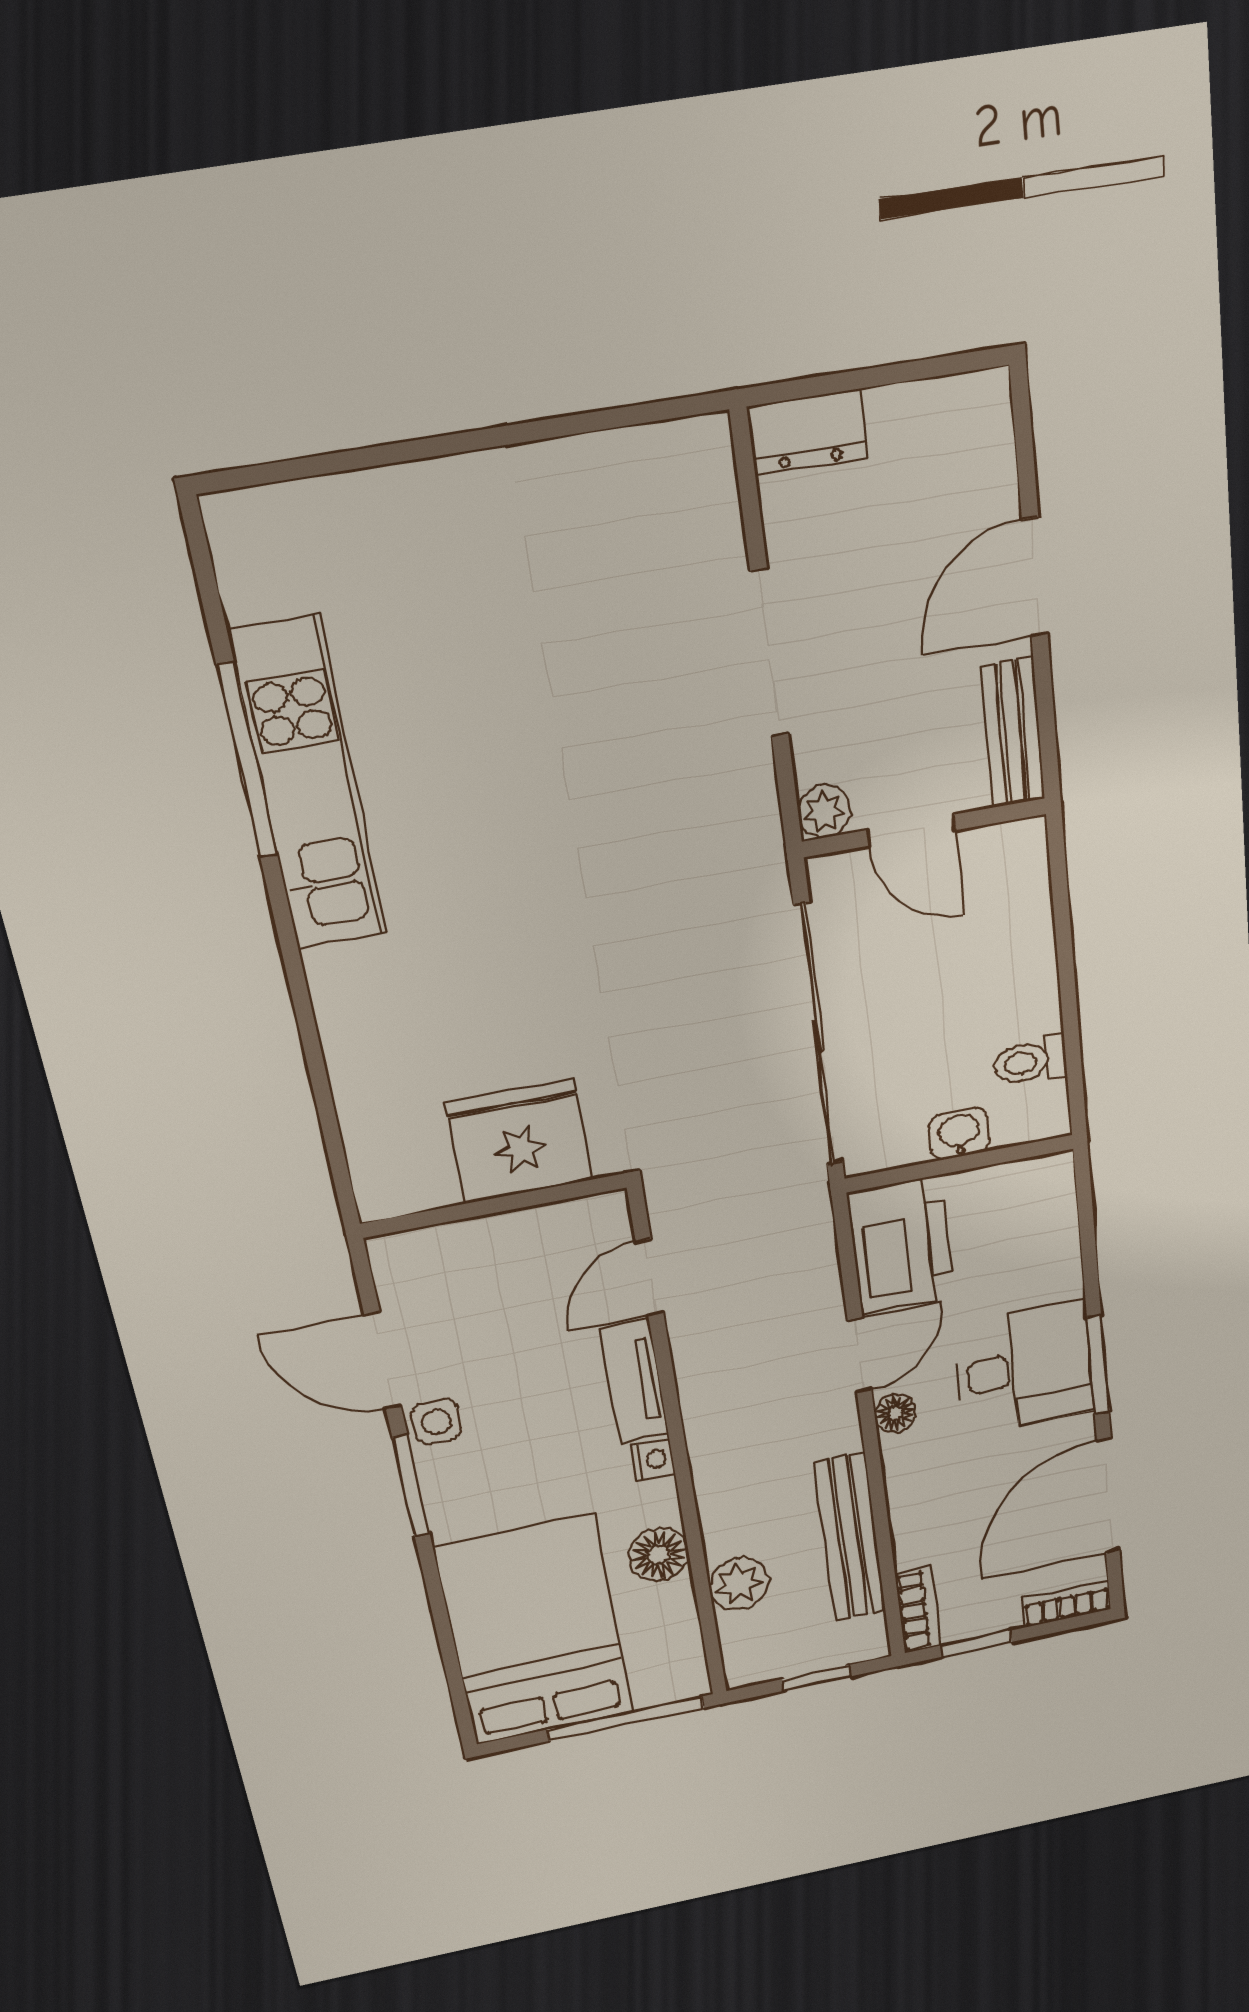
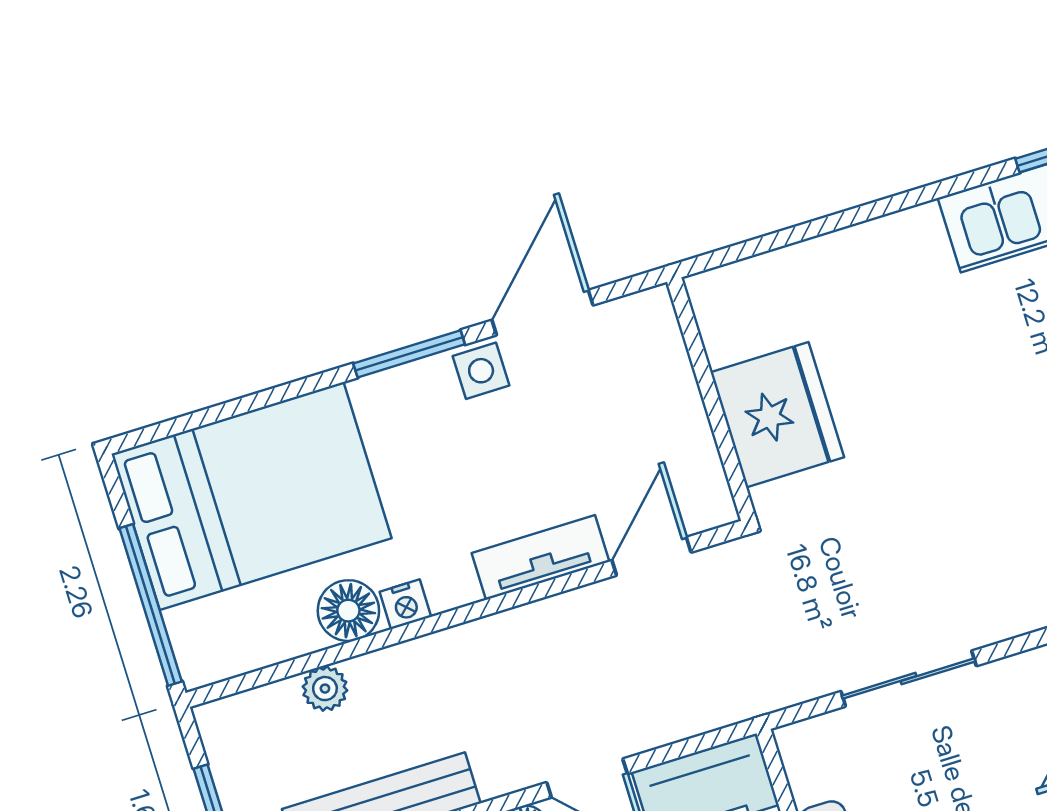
sliding door: (819, 1036) -> (909, 679), width x0.54
door: (650, 1277) -> (652, 556), hinge flipped
nightstand: (653, 1460) -> (405, 604), moved
plant: (739, 1584) -> (325, 689), width x0.73, depth x0.73

